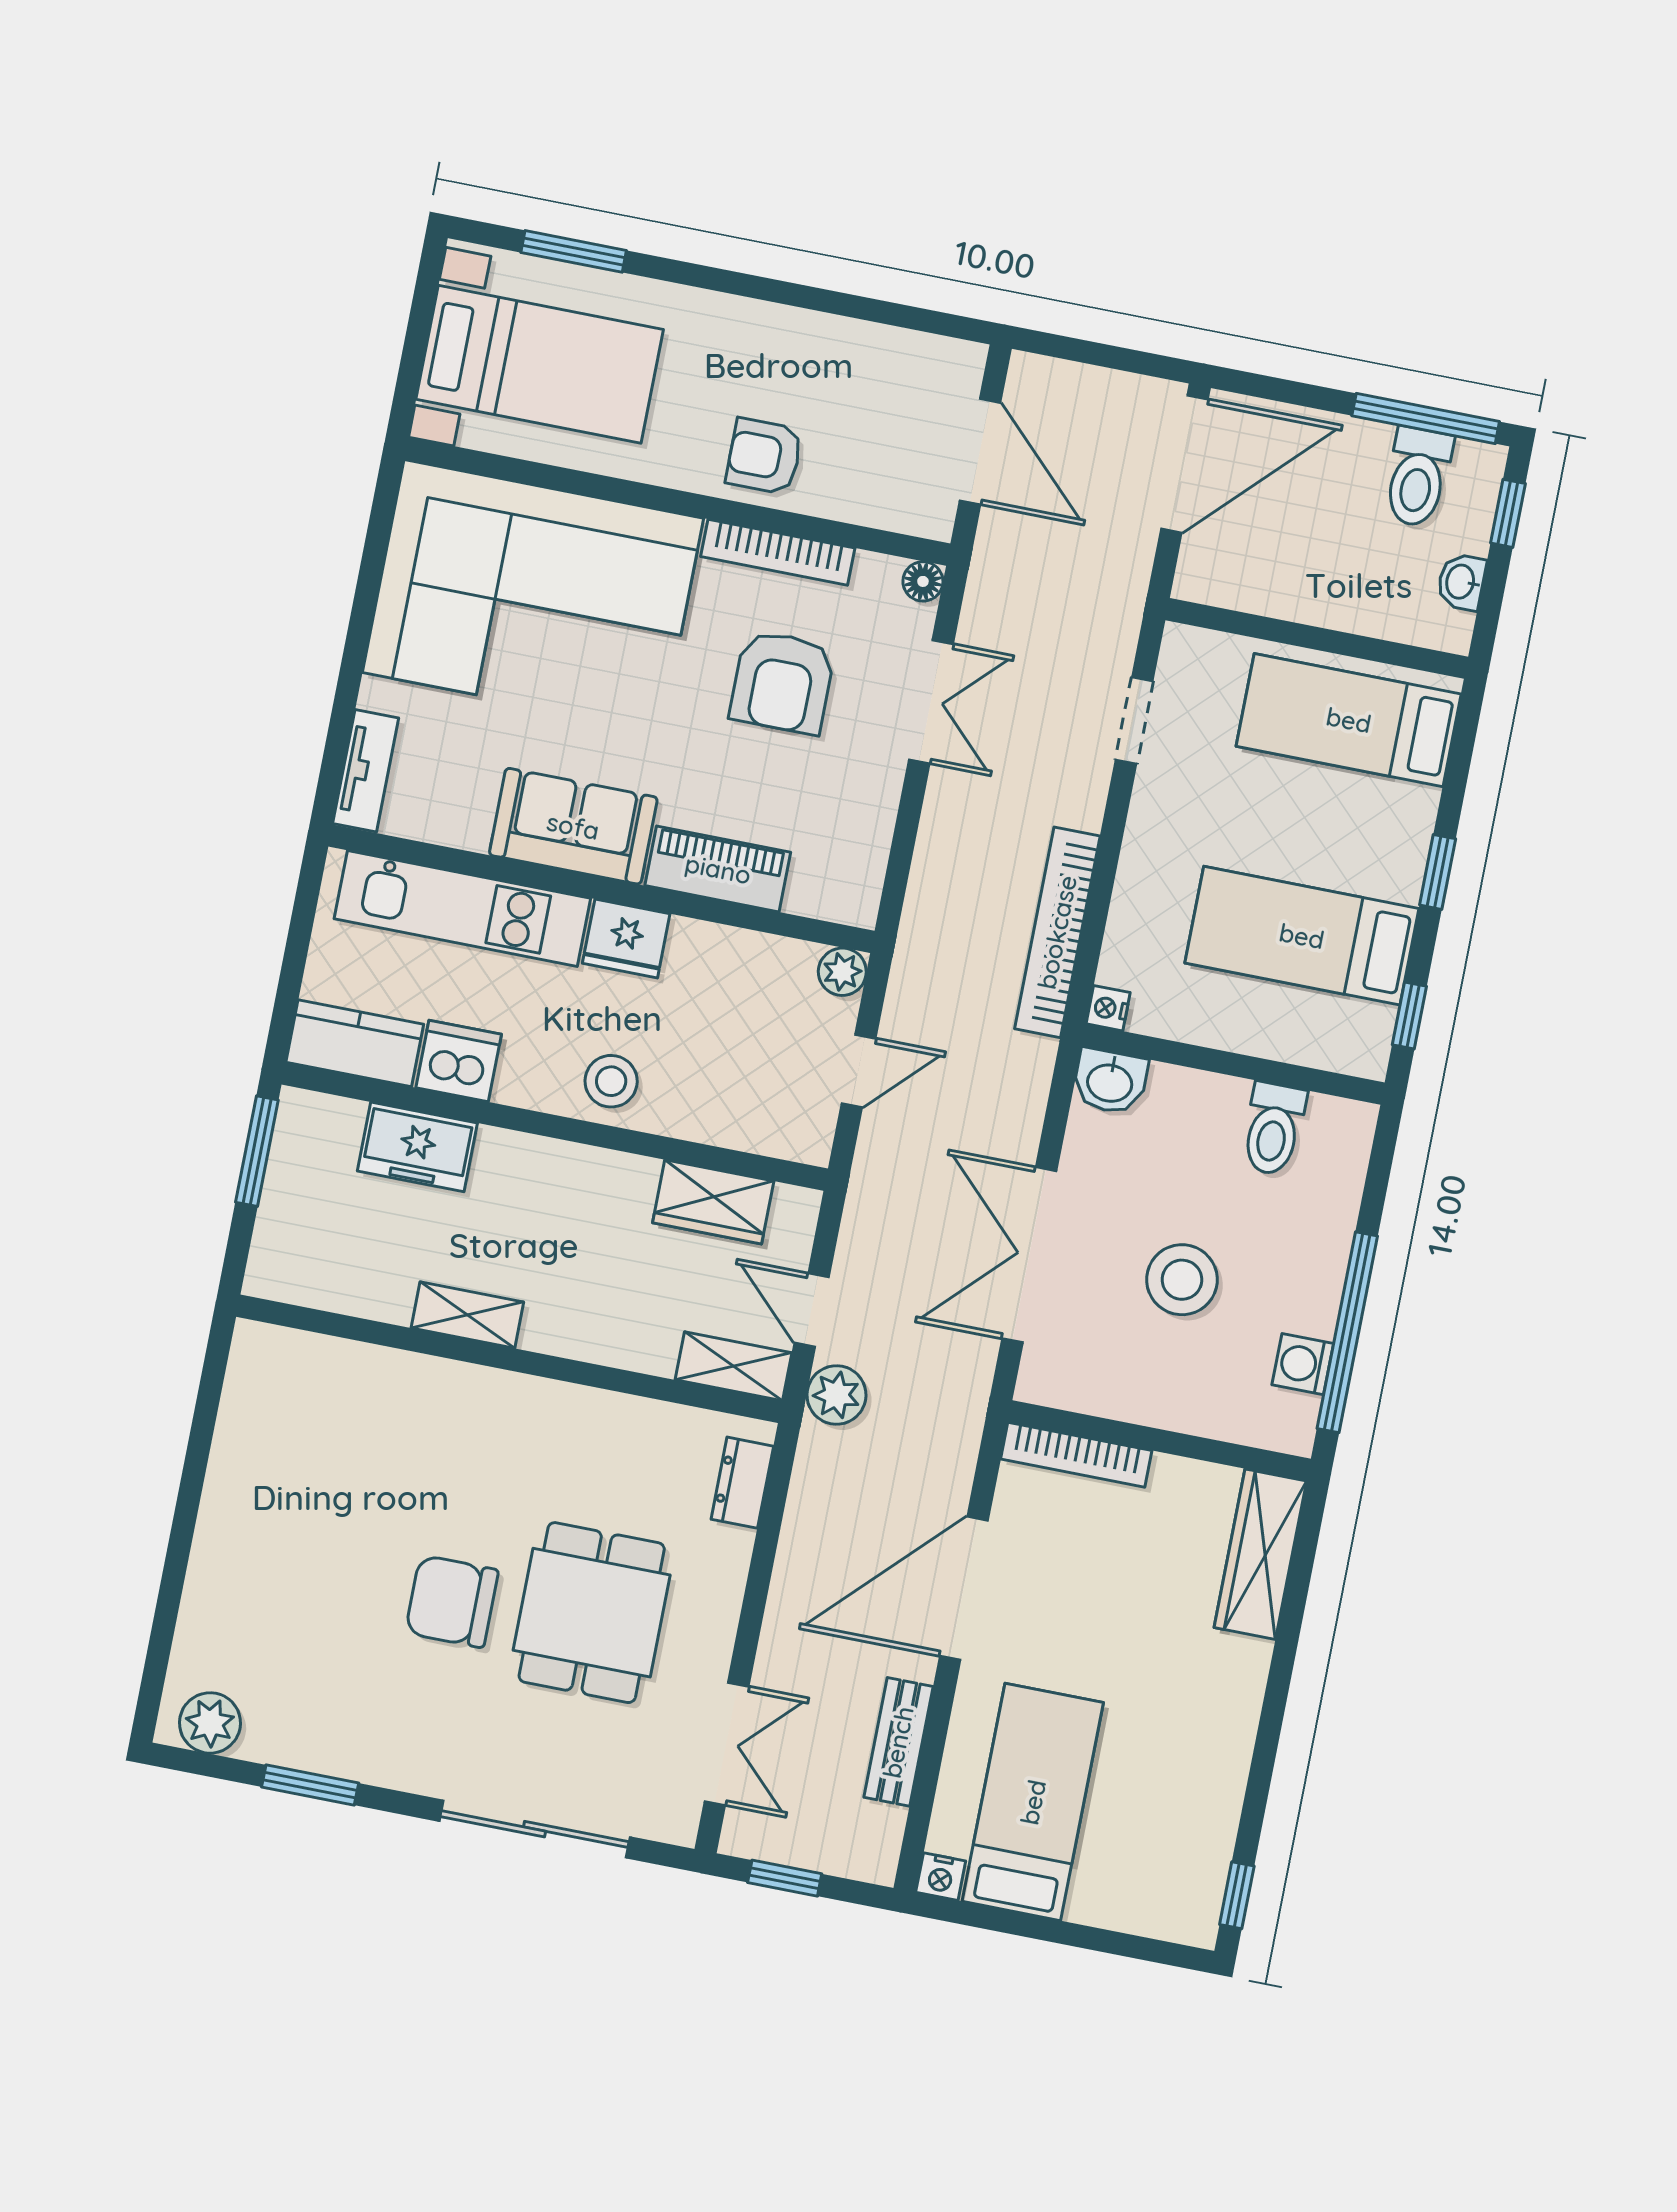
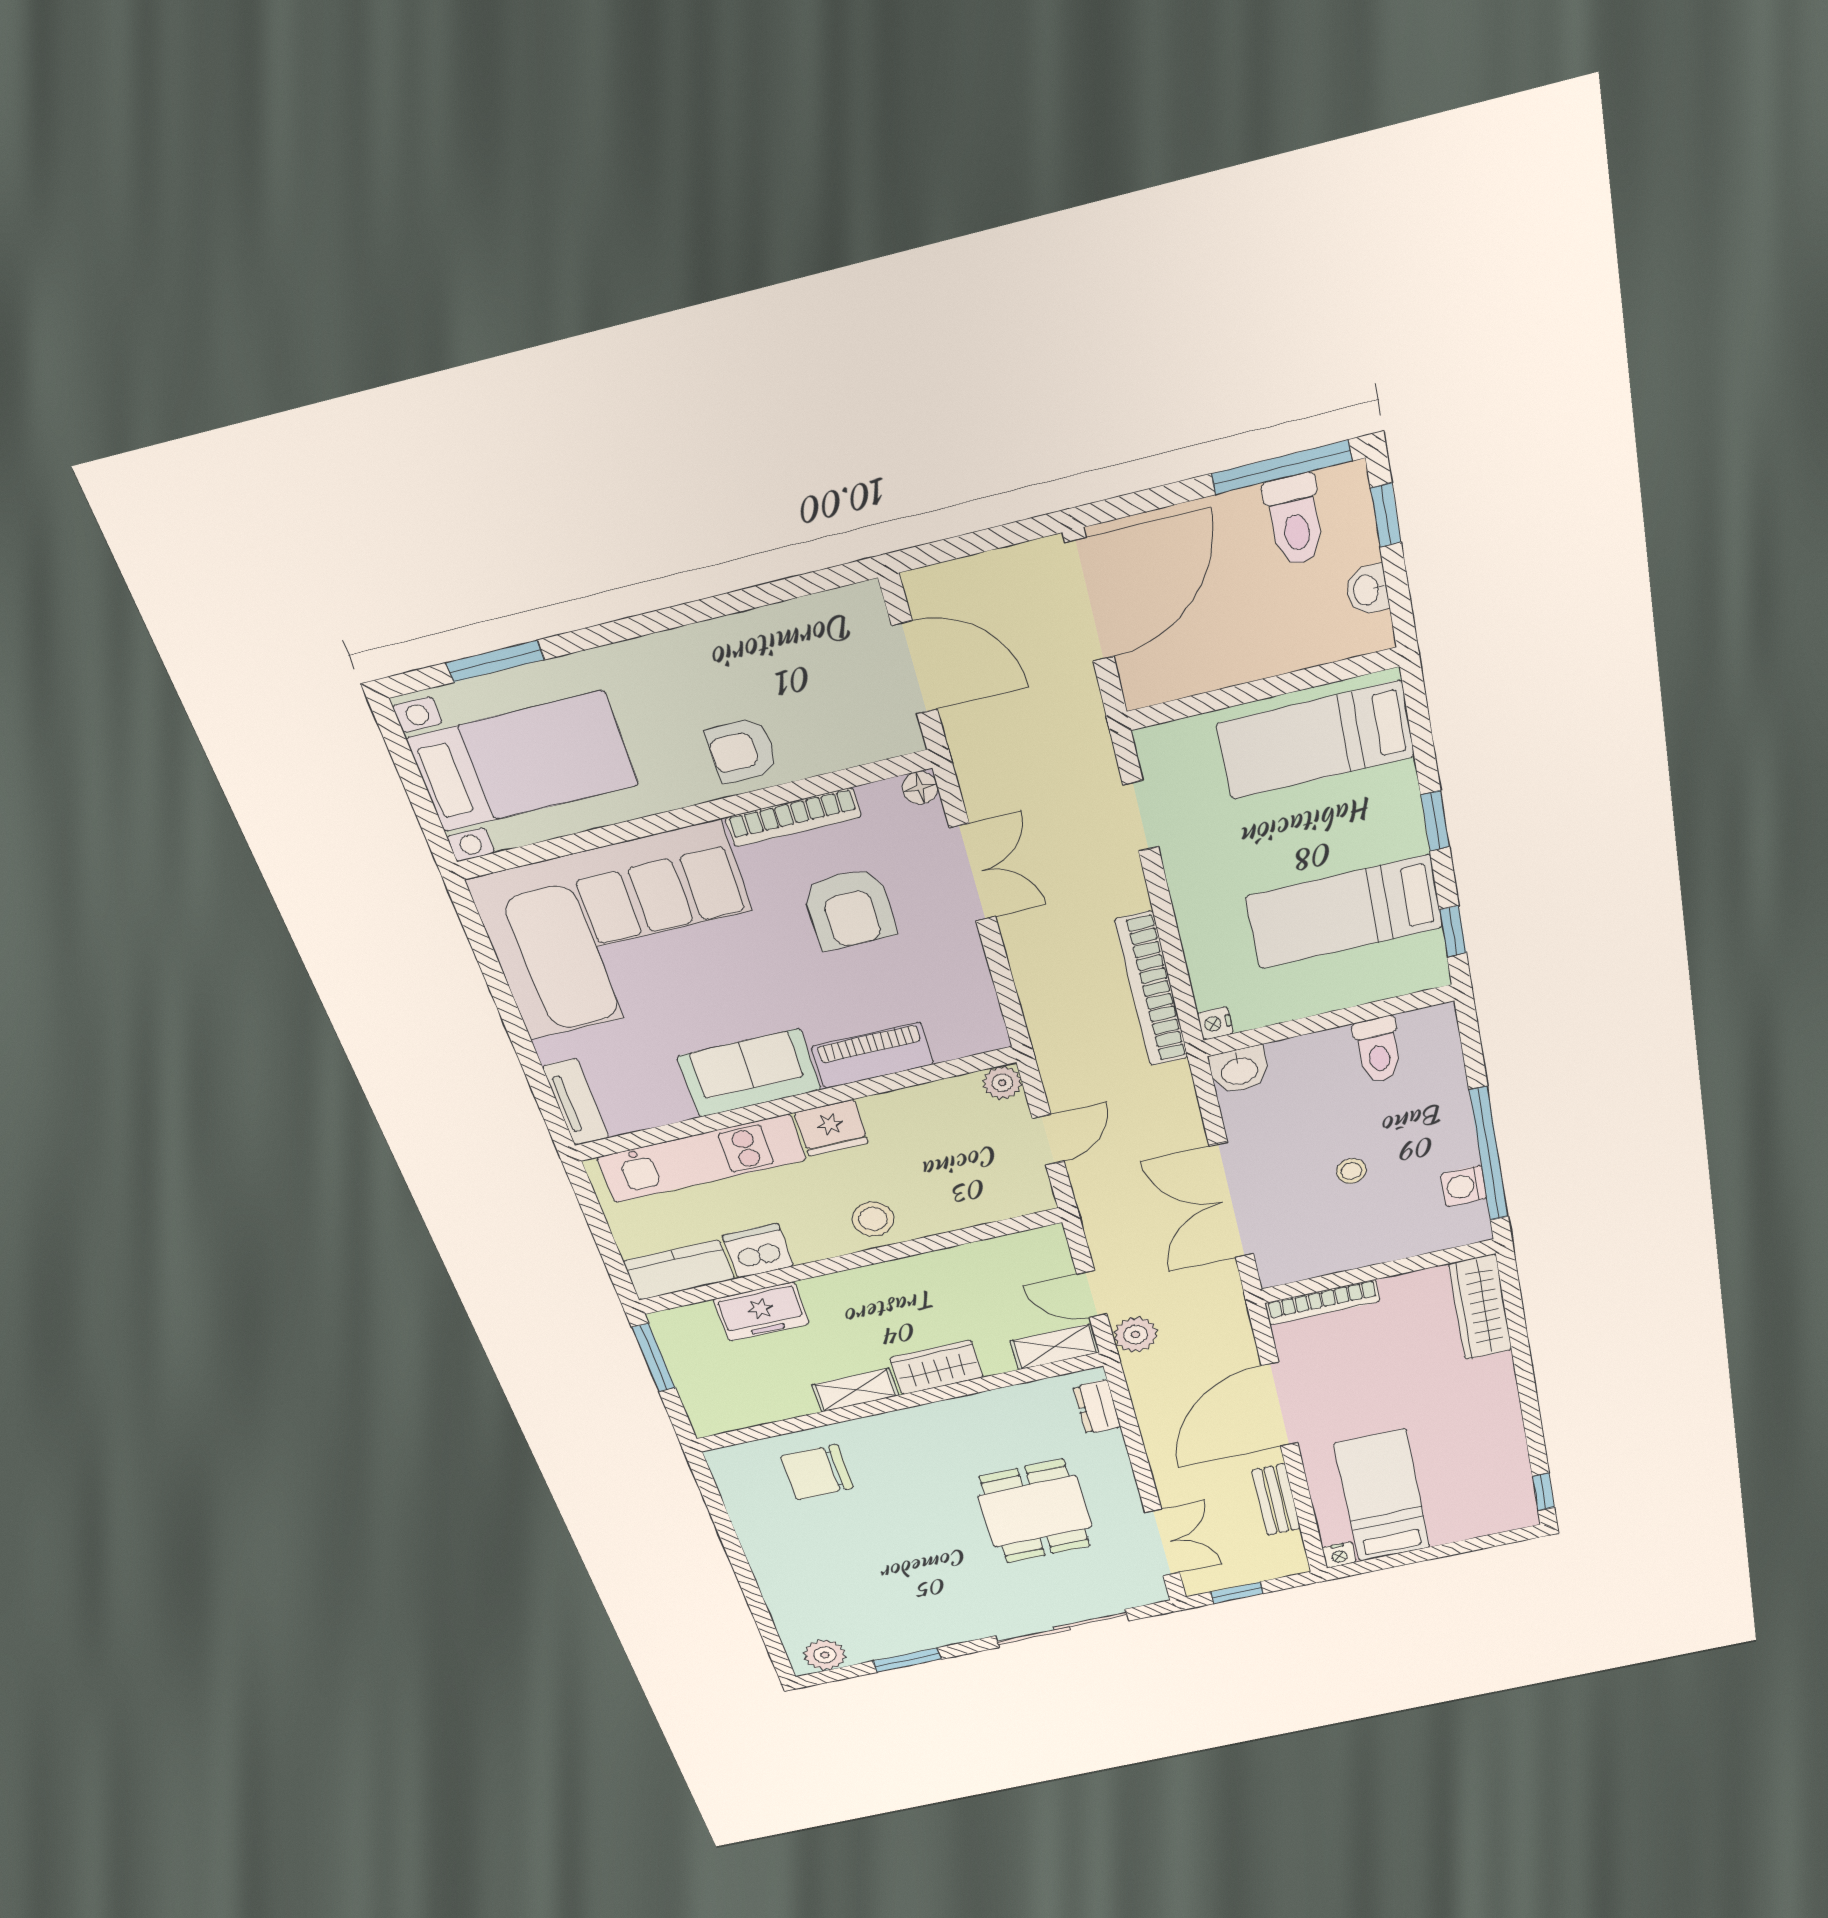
wardrobe: (713, 1202) -> (936, 1367), moved, turned 180
stool: (1182, 1280) -> (1351, 1171), width x0.53, depth x0.53
chair: (452, 1601) -> (817, 1472), moved

